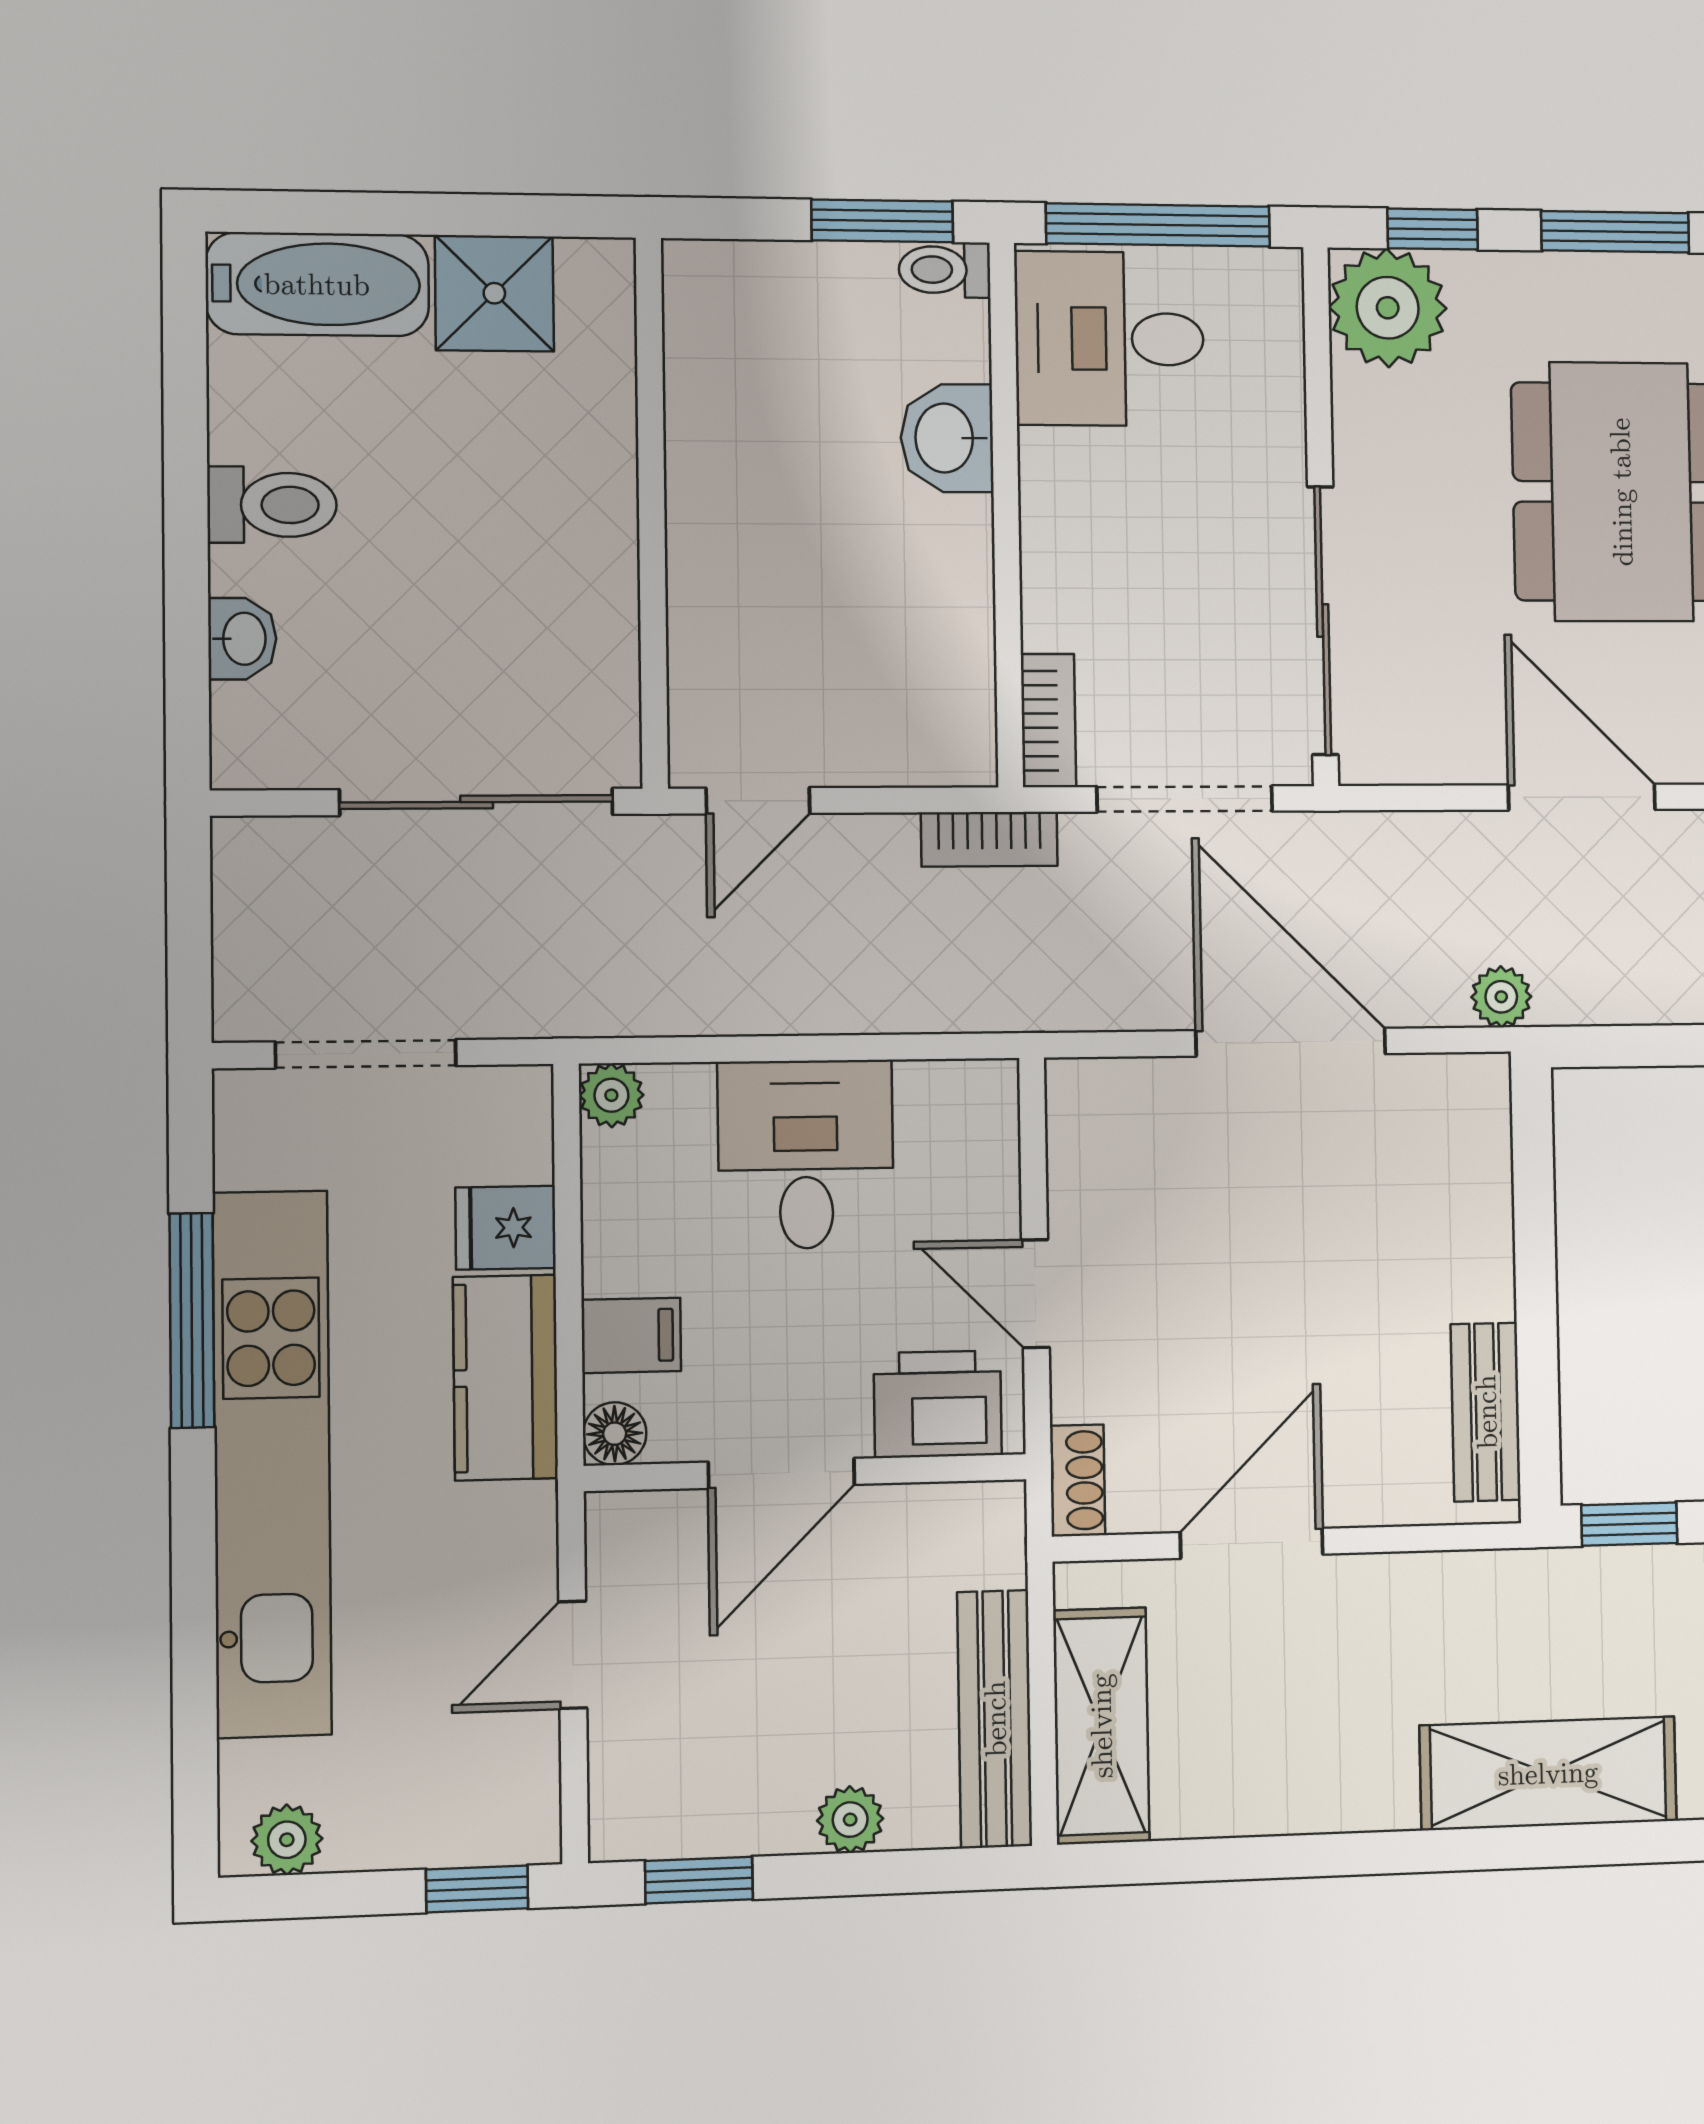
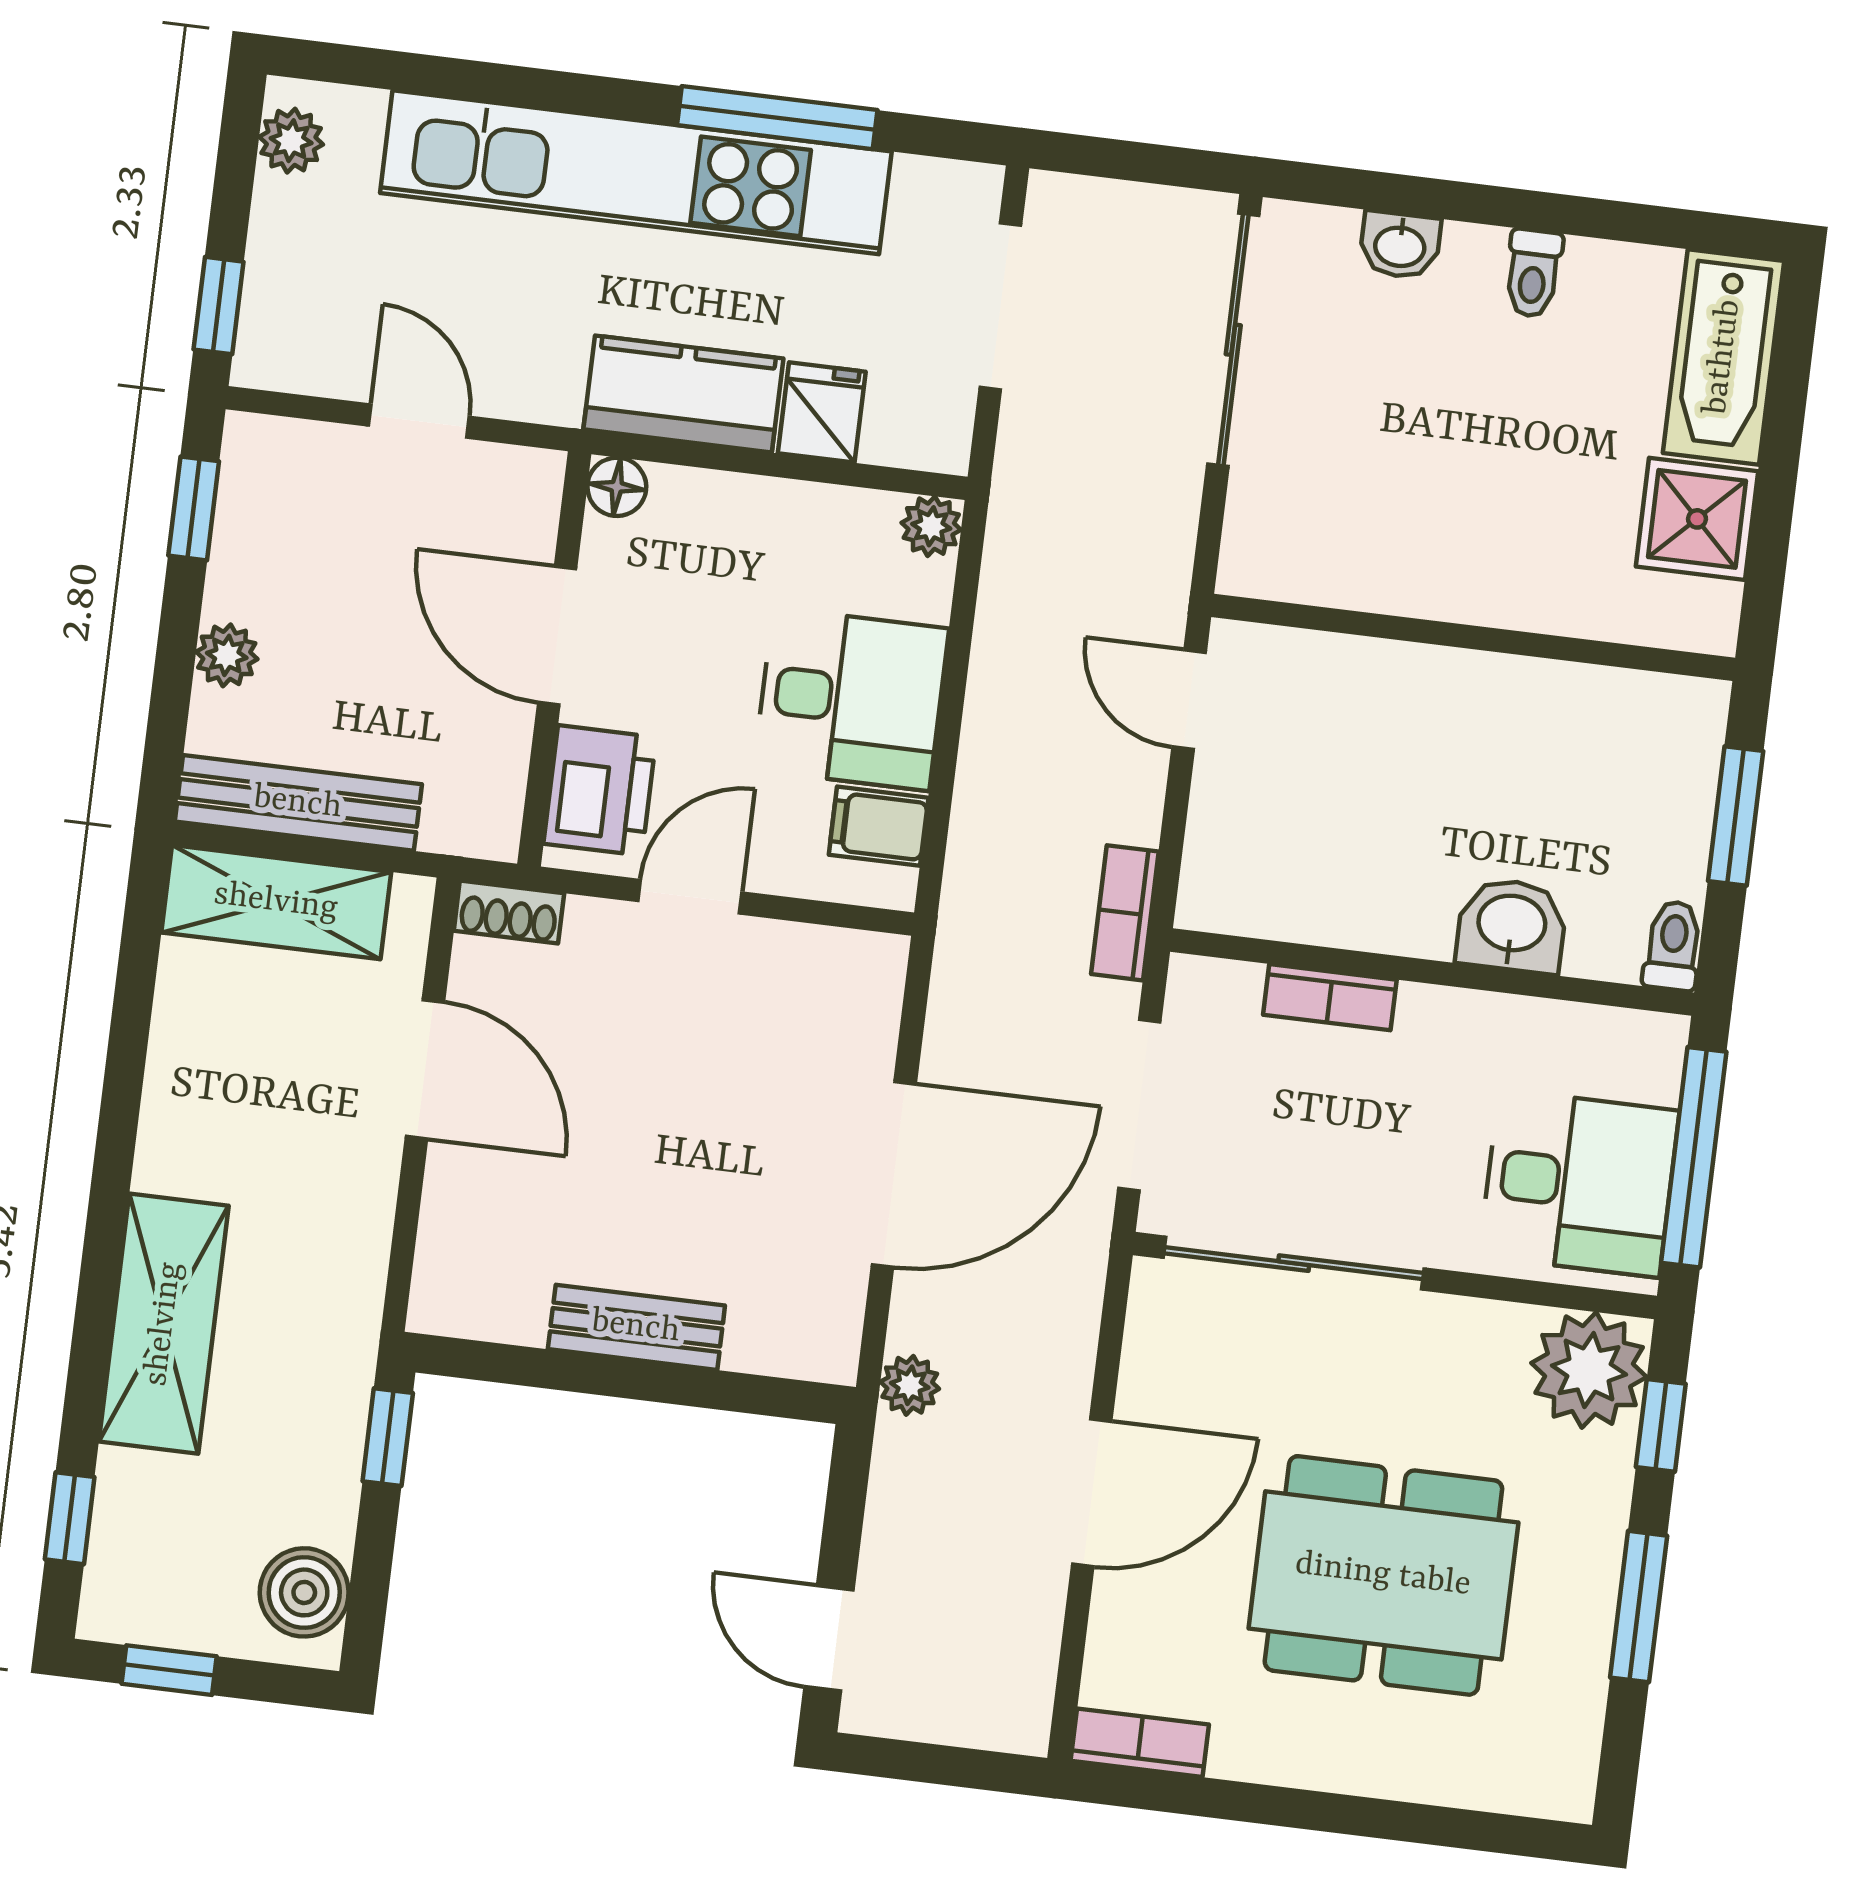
window: (882, 221) -> (1736, 816), moved
desk: (1110, 339) -> (1579, 1183), moved, turned 90
toilet: (272, 505) -> (1533, 273), width x0.73, depth x0.72
bookcase: (1049, 721) -> (1330, 997), moved
sliding door: (477, 802) -> (1233, 340), moved
filing cabinet: (631, 1335) -> (879, 826), moved, turned 90
bench: (1486, 1412) -> (636, 1327), moved

